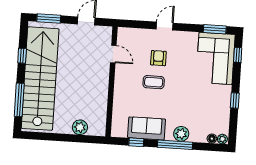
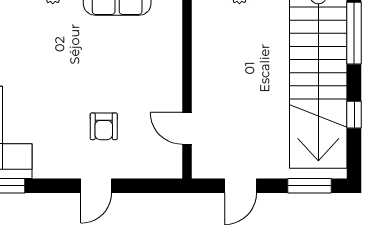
coffee table: (154, 82) -> (110, 82), removed

